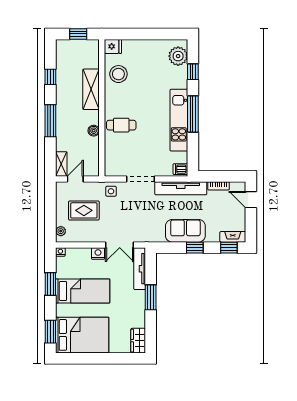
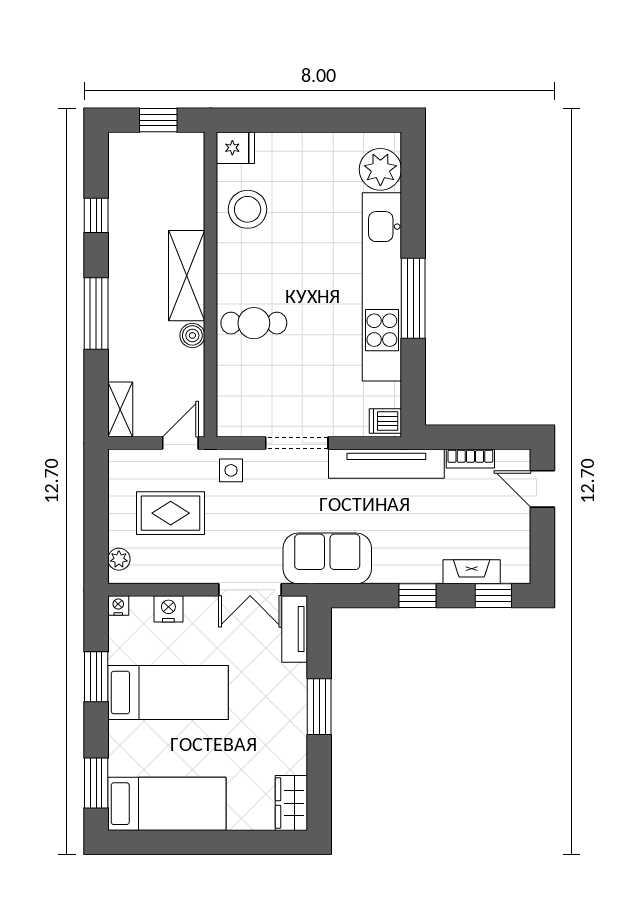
window: (193, 72) -> (413, 204), removed
shelving: (91, 89) -> (187, 276), moved
kitchen unit: (179, 120) -> (382, 287), width x1.36
door: (75, 179) -> (180, 443), moved
sofa: (185, 231) -> (327, 558), moved
fireplace: (233, 237) -> (472, 572), moved
nightstand: (98, 253) -> (168, 609), moved
tv unit: (140, 269) -> (295, 629), width x0.71
bed: (82, 335) -> (167, 804), width x0.67

